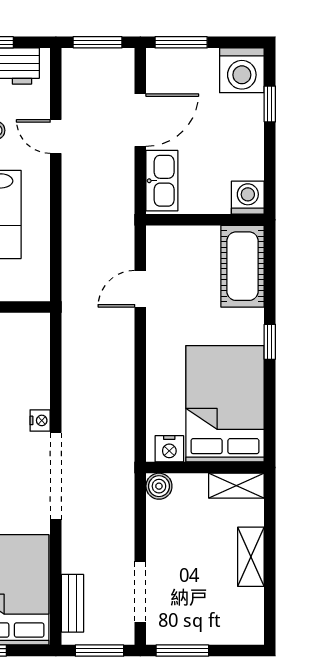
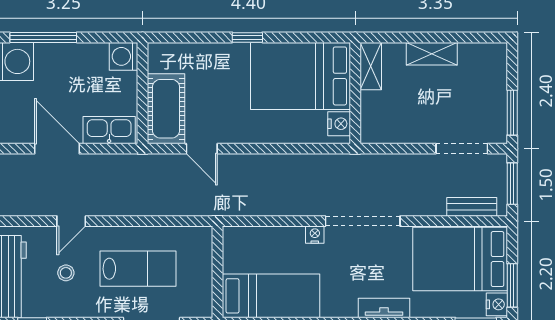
window: (270, 104) -> (43, 37), width x2.17
cot: (242, 266) -> (166, 109), moved, turned 90
boiler: (159, 486) -> (371, 133), removed

